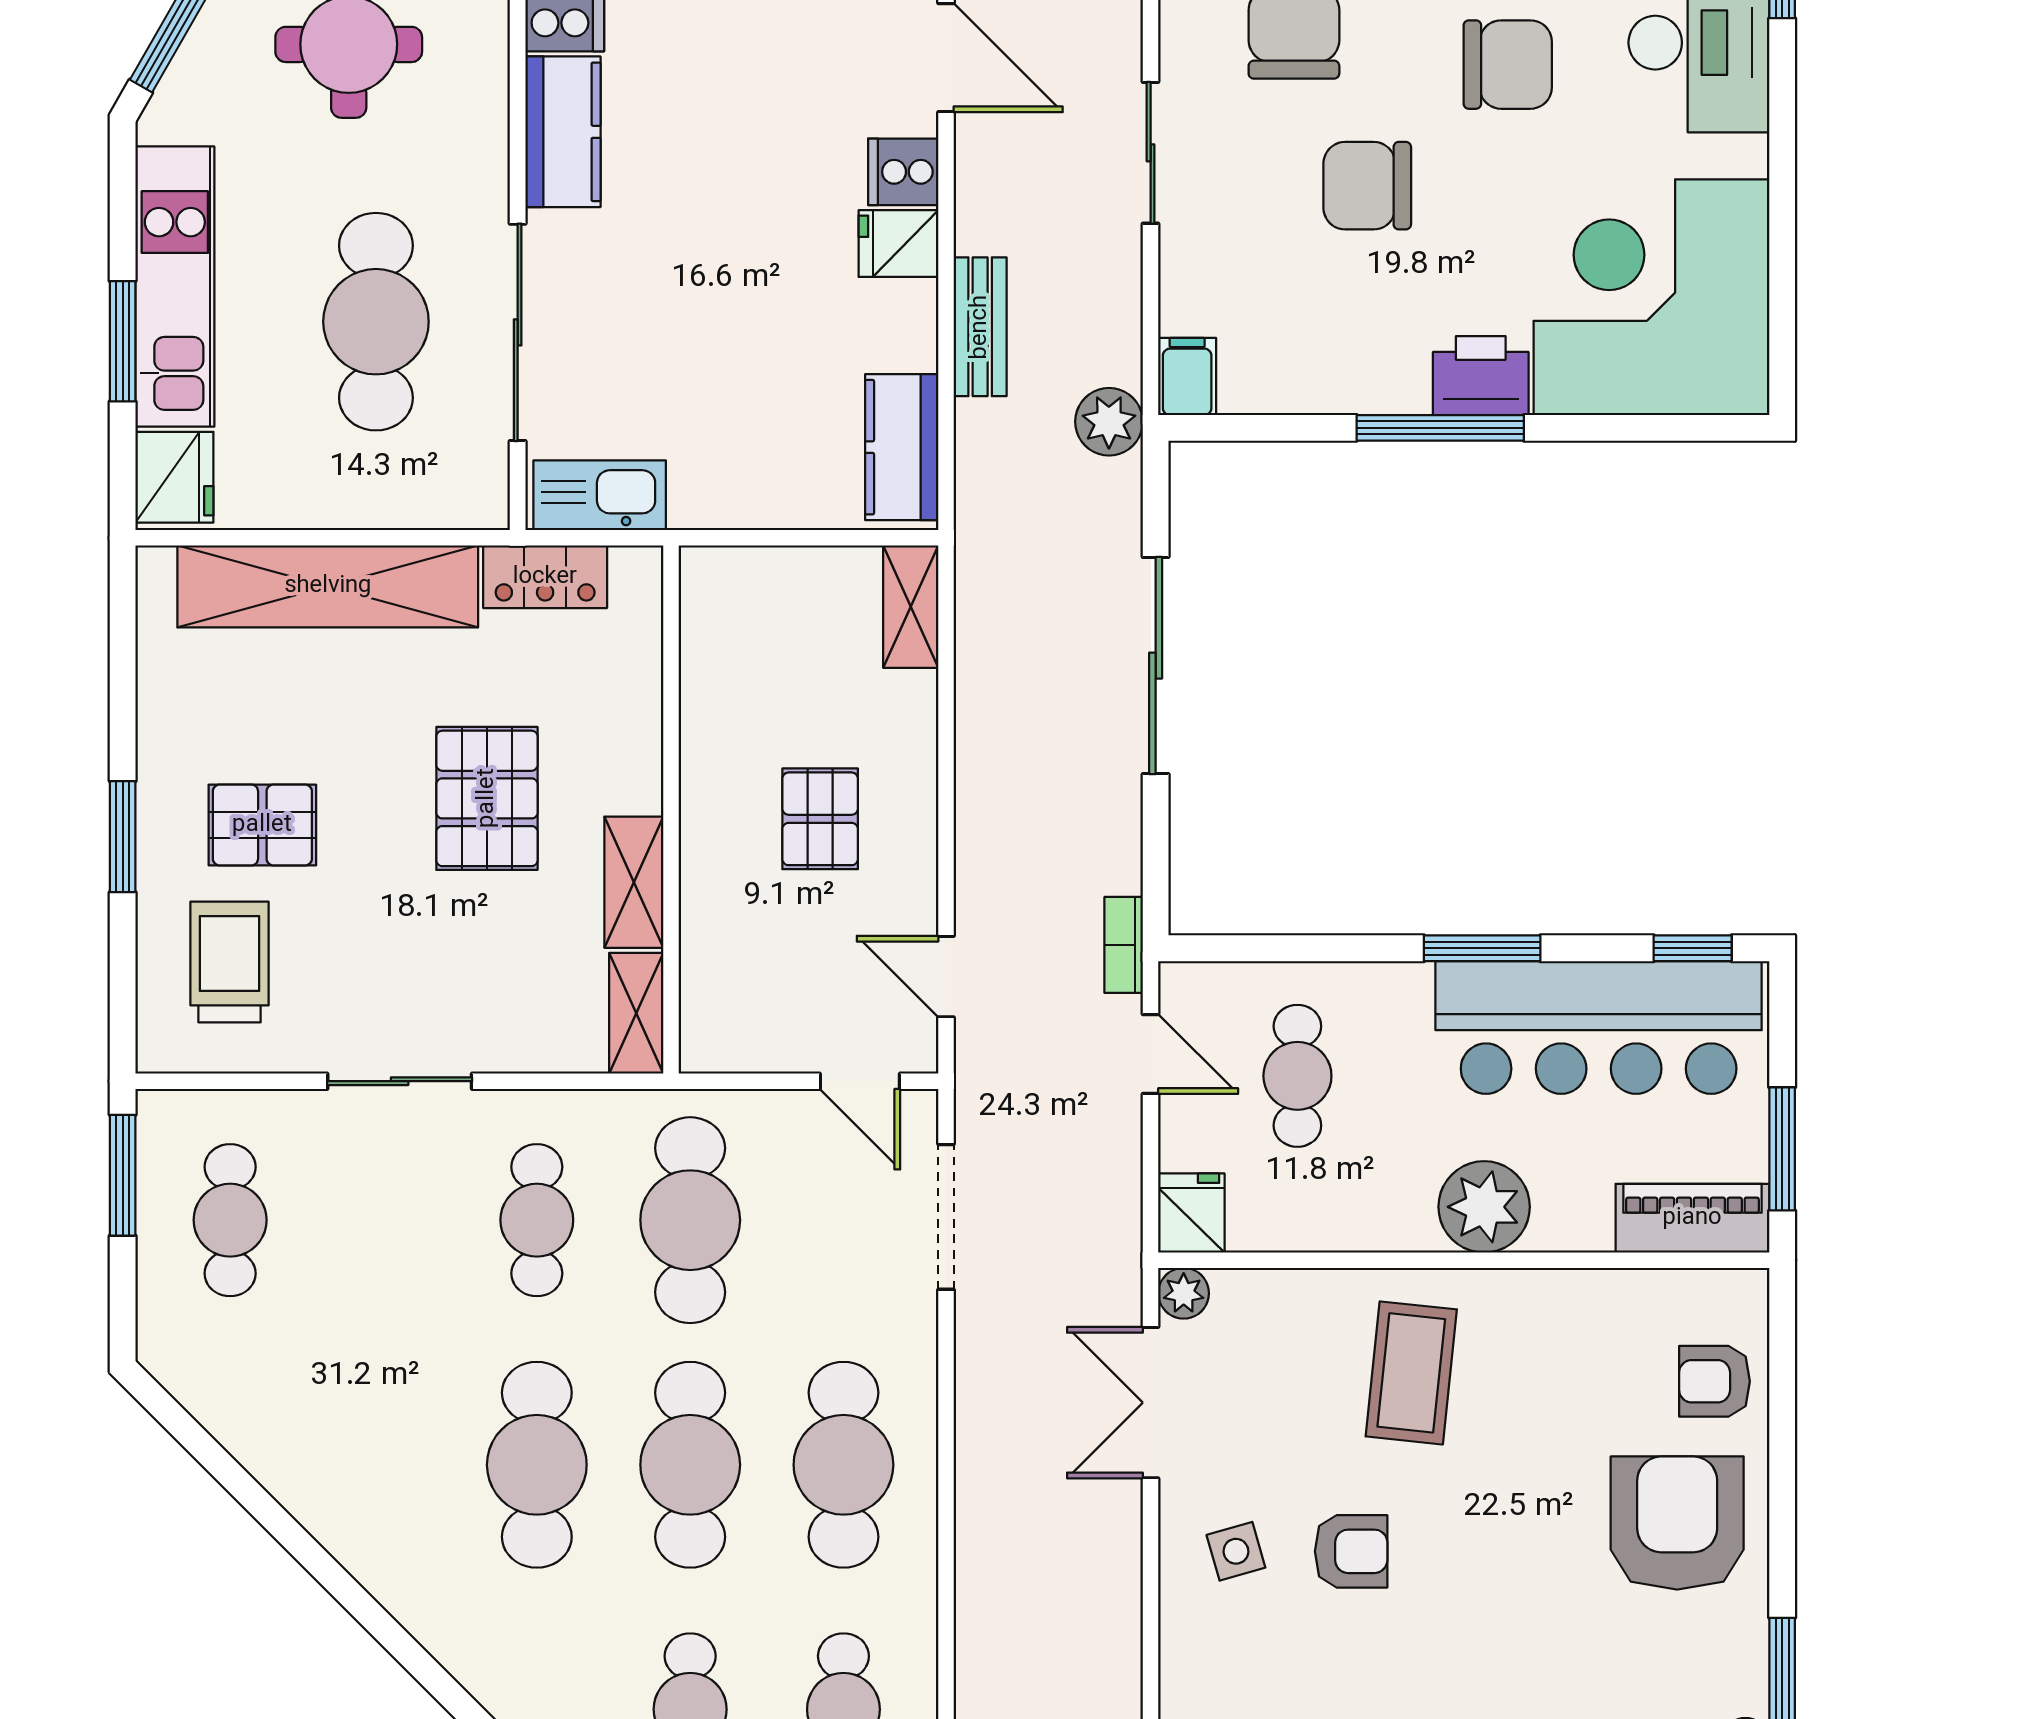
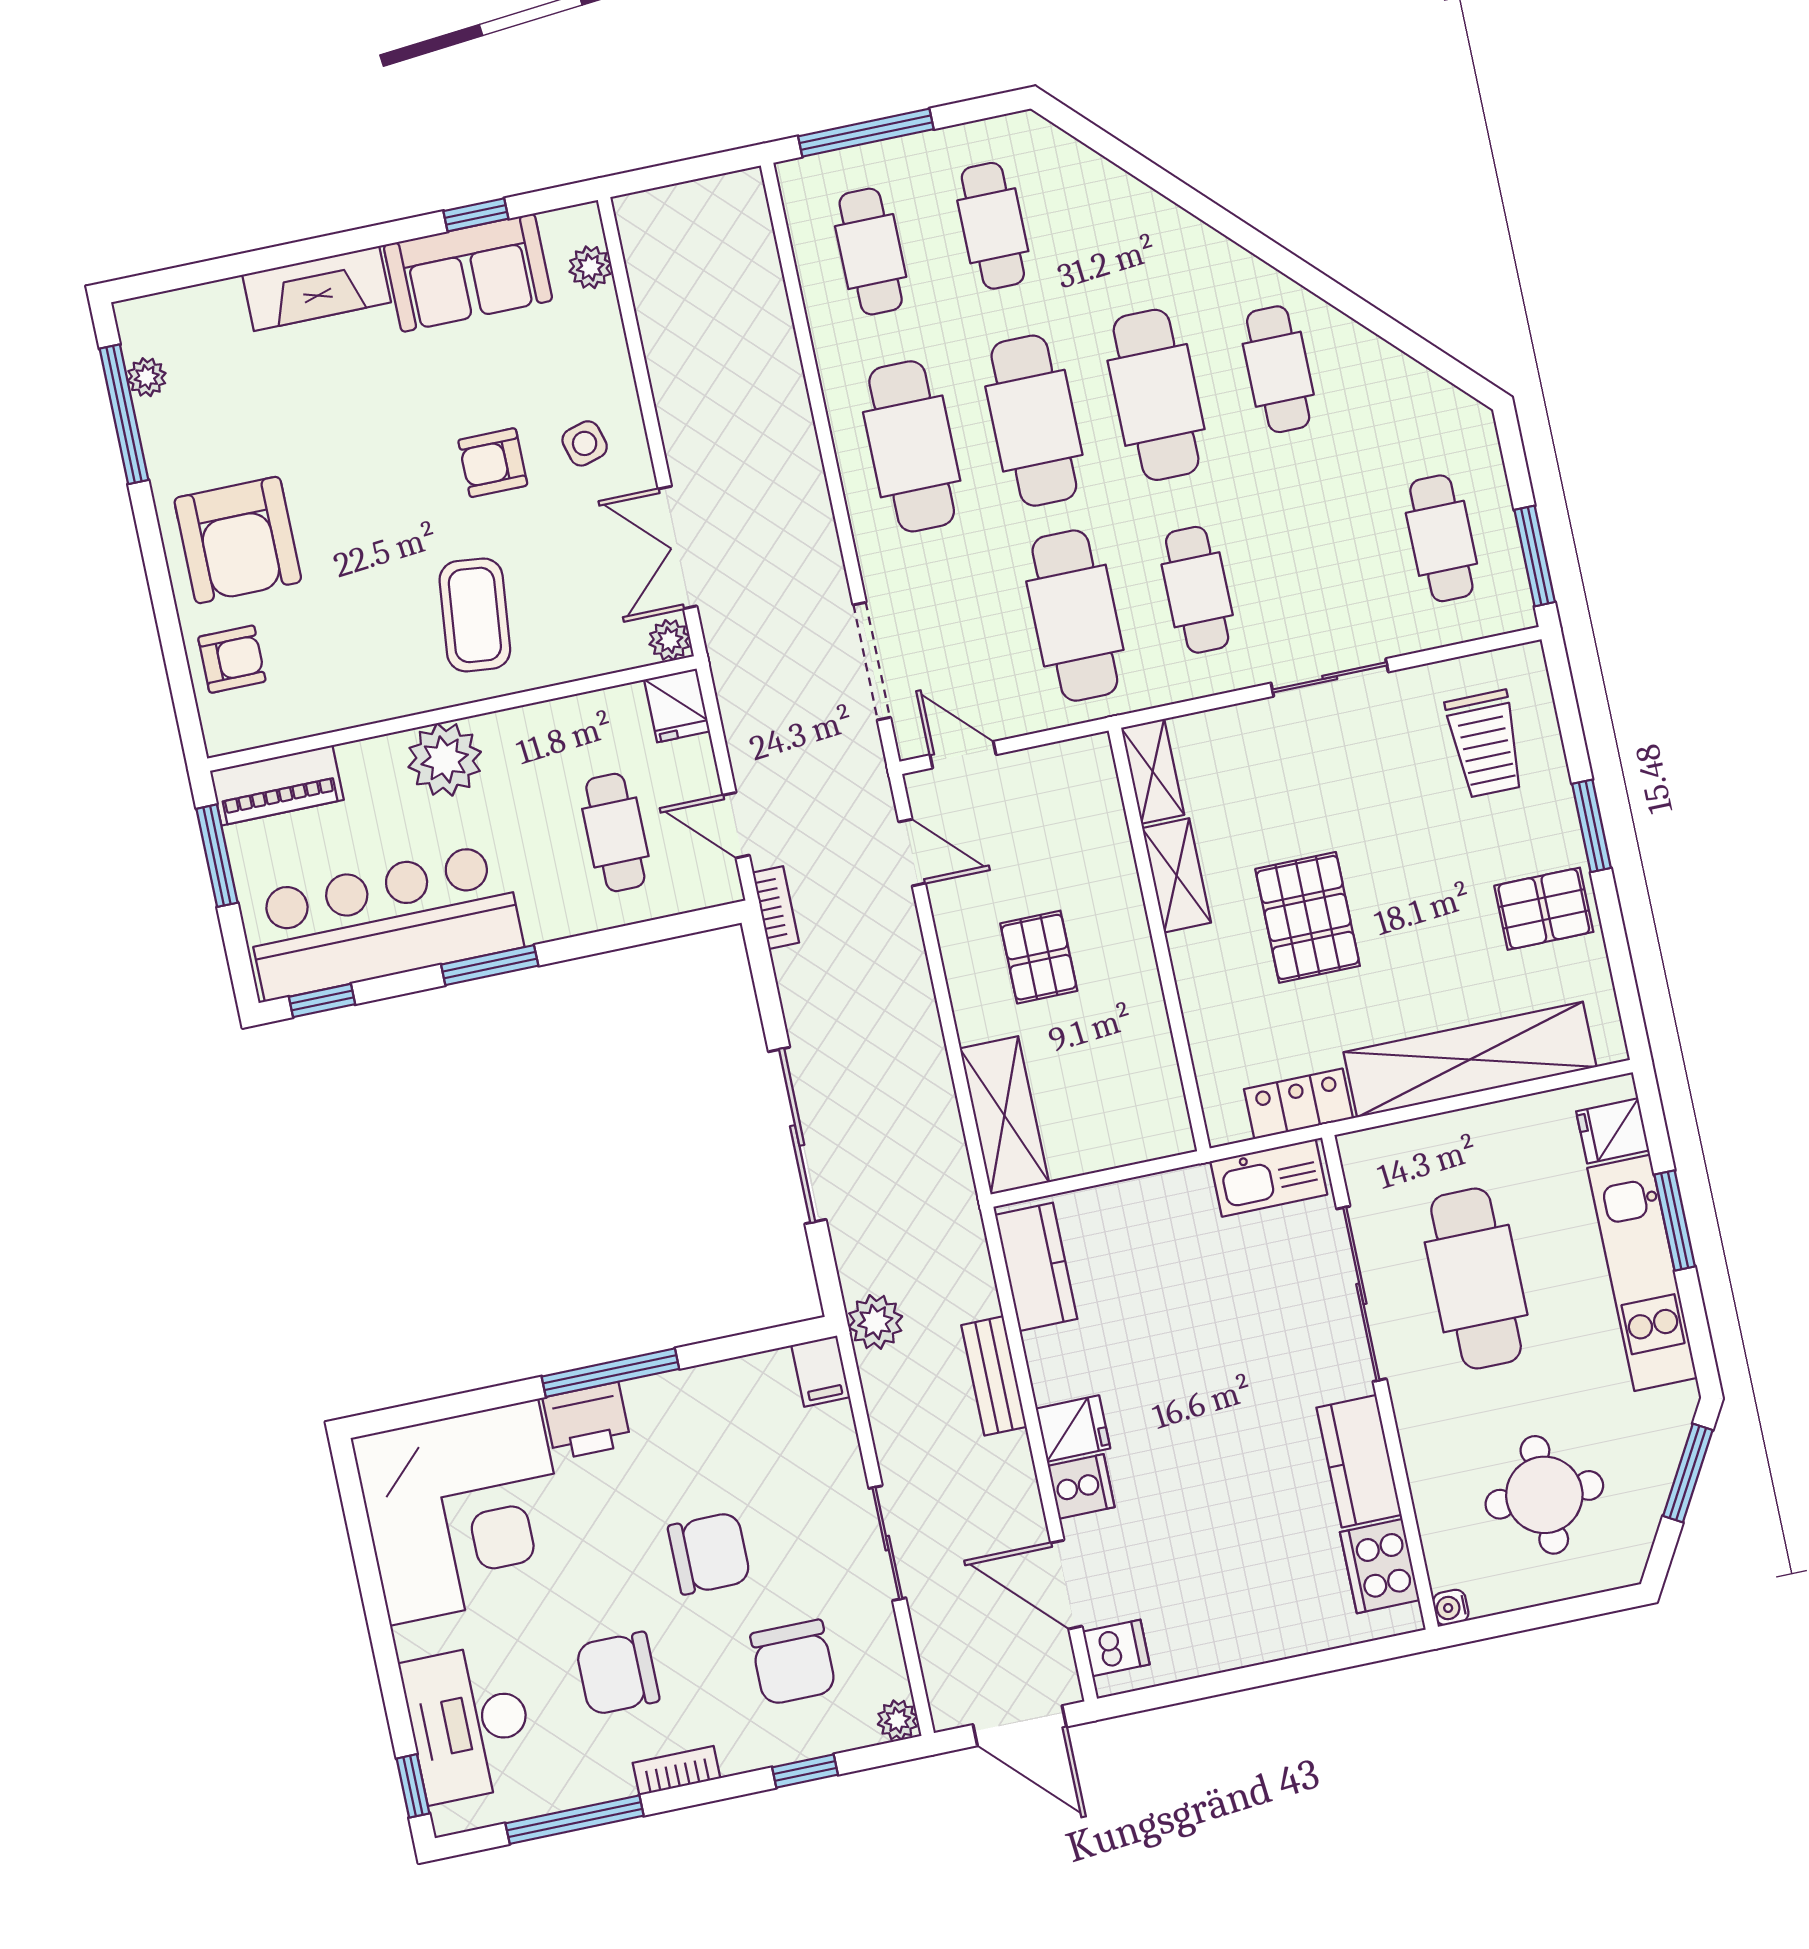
fridge: (174, 477) -> (1613, 1131), width x0.72
shelving: (911, 607) -> (1004, 1115), width x1.50, depth x1.33
pallet: (262, 825) -> (1544, 909), moved
double door: (1151, 1403) -> (678, 547), swing flipped
cafe table: (383, 1465) -> (1278, 369), added

